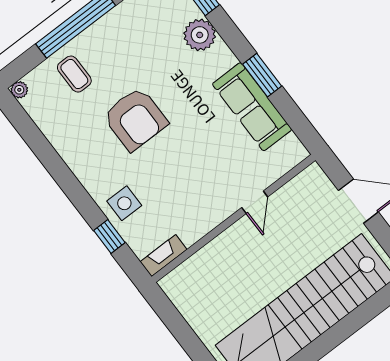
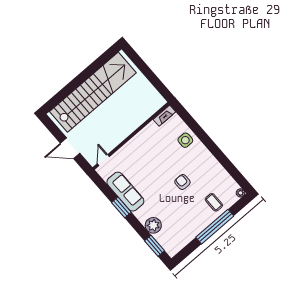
armchair: (135, 119) -> (182, 182), width x0.53, depth x0.53
door: (255, 202) -> (103, 160), moved
window: (109, 237) -> (192, 123), removed

